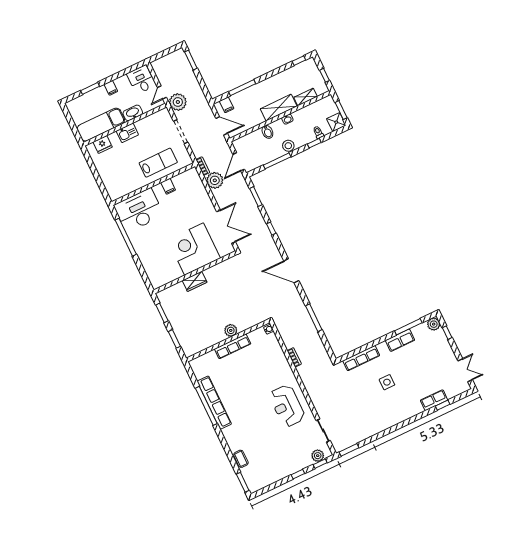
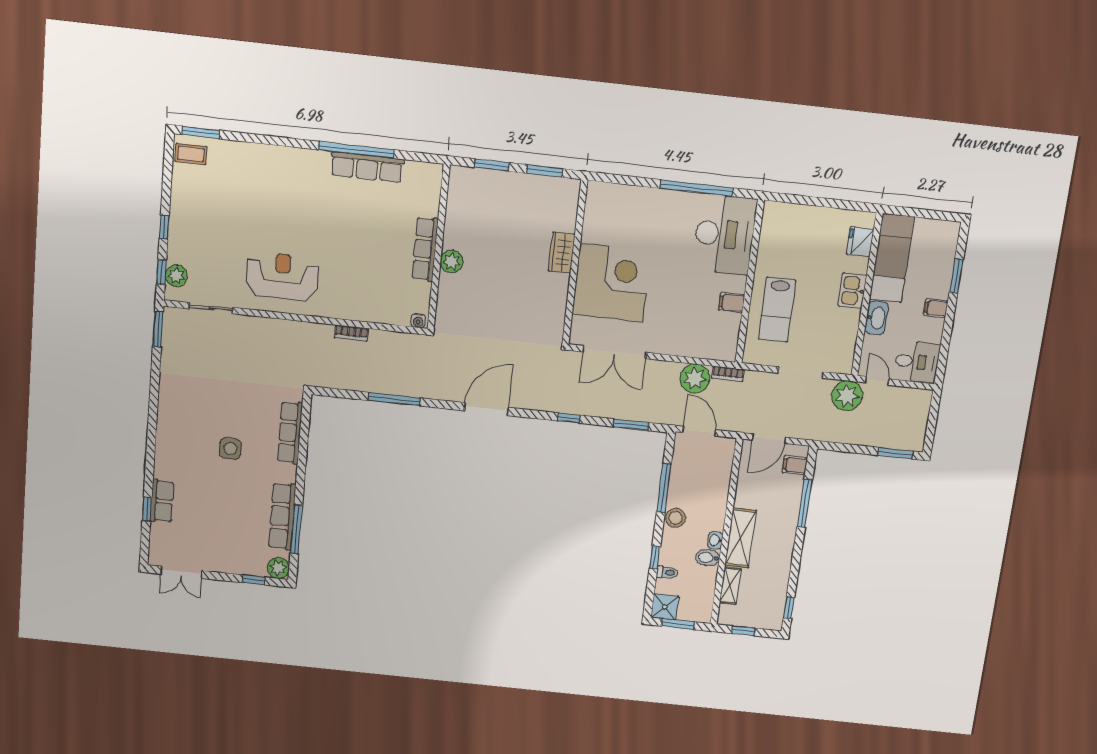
bidet: (267, 132) -> (708, 558), moved
row of seats: (400, 340) -> (282, 516), width x1.48
row of seats: (214, 403) -> (367, 167), width x0.73
coffee table: (241, 459) -> (191, 154), moved

